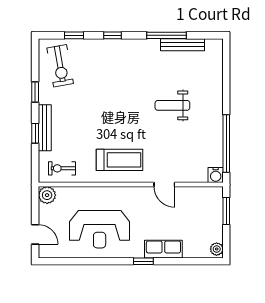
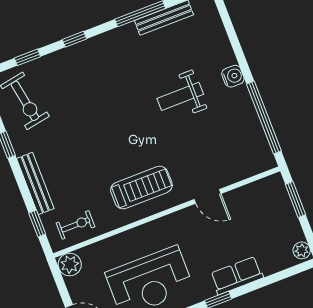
window: (35, 133) -> (37, 223), moved
exercise bike: (62, 168) -> (75, 225), turned 180
water cooler: (216, 175) -> (233, 76), moved, turned -90

